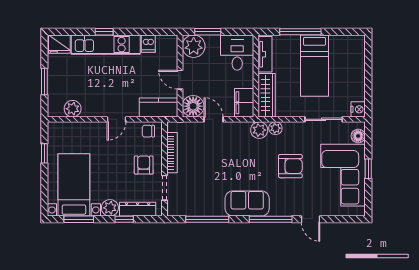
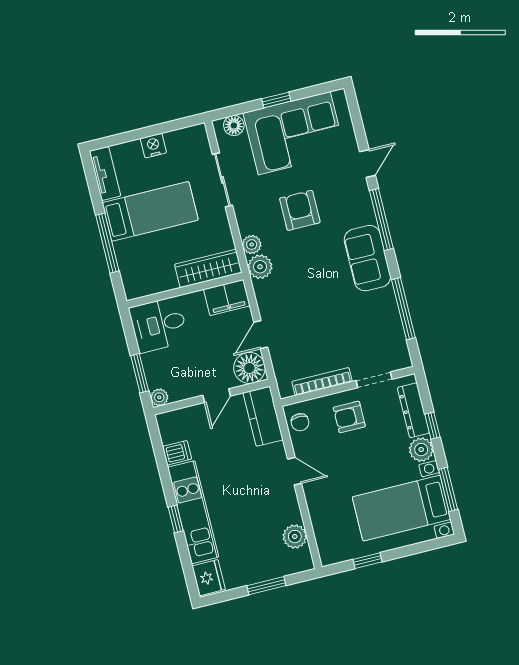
plant: (194, 46) -> (159, 397), width x0.53, depth x0.53
tv unit: (265, 54) -> (105, 174), moved, turned 90
nightstand: (358, 109) -> (153, 146), moved

